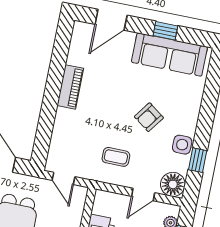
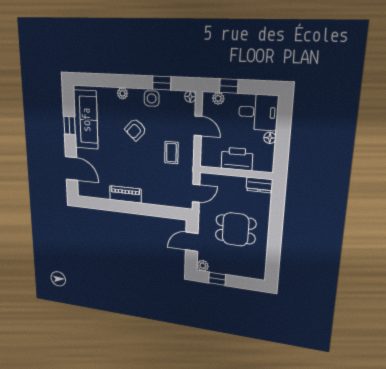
plant: (193, 110) -> (122, 93), added
armchair: (149, 117) -> (135, 130), turned 97
floor lamp: (173, 184) -> (190, 97), width x0.53, depth x0.53

